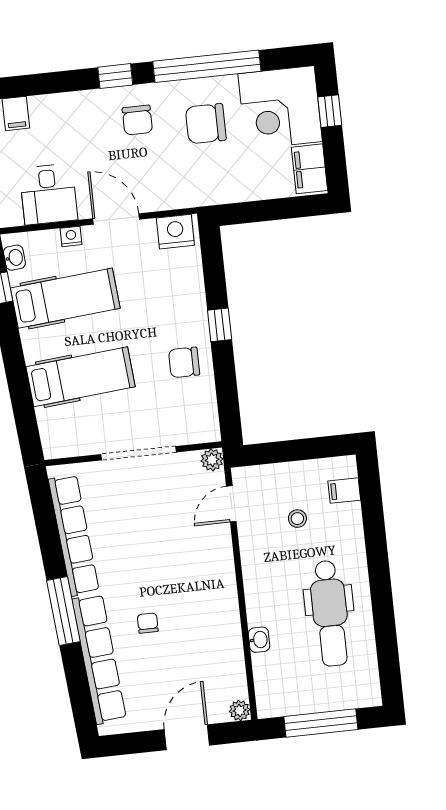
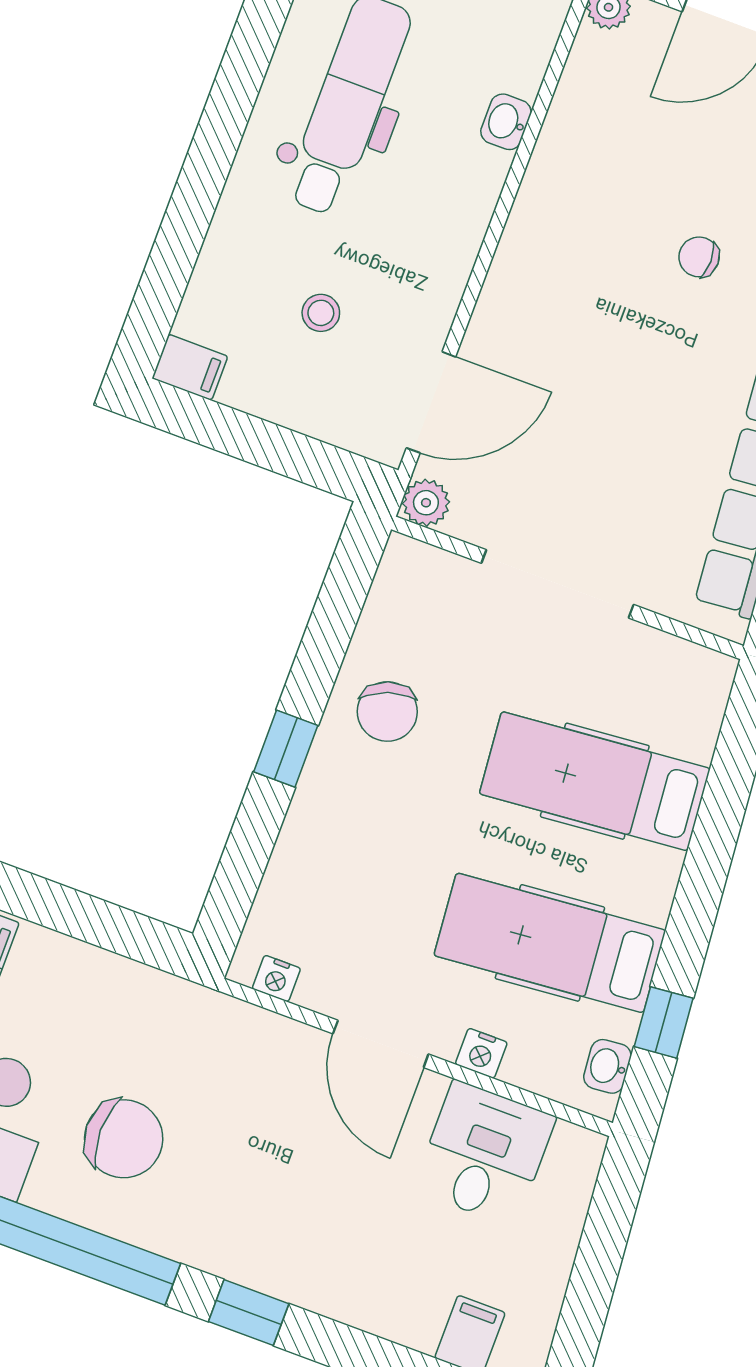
chair: (137, 120) -> (248, 1209), removed
nightstand: (175, 232) -> (276, 978), width x0.53, depth x0.56
chair: (184, 362) -> (387, 712), turned 71
filing cabinet: (344, 491) -> (190, 367), moved
door: (231, 504) -> (431, 402), width x1.38
chair: (148, 623) -> (699, 257), turned 90

